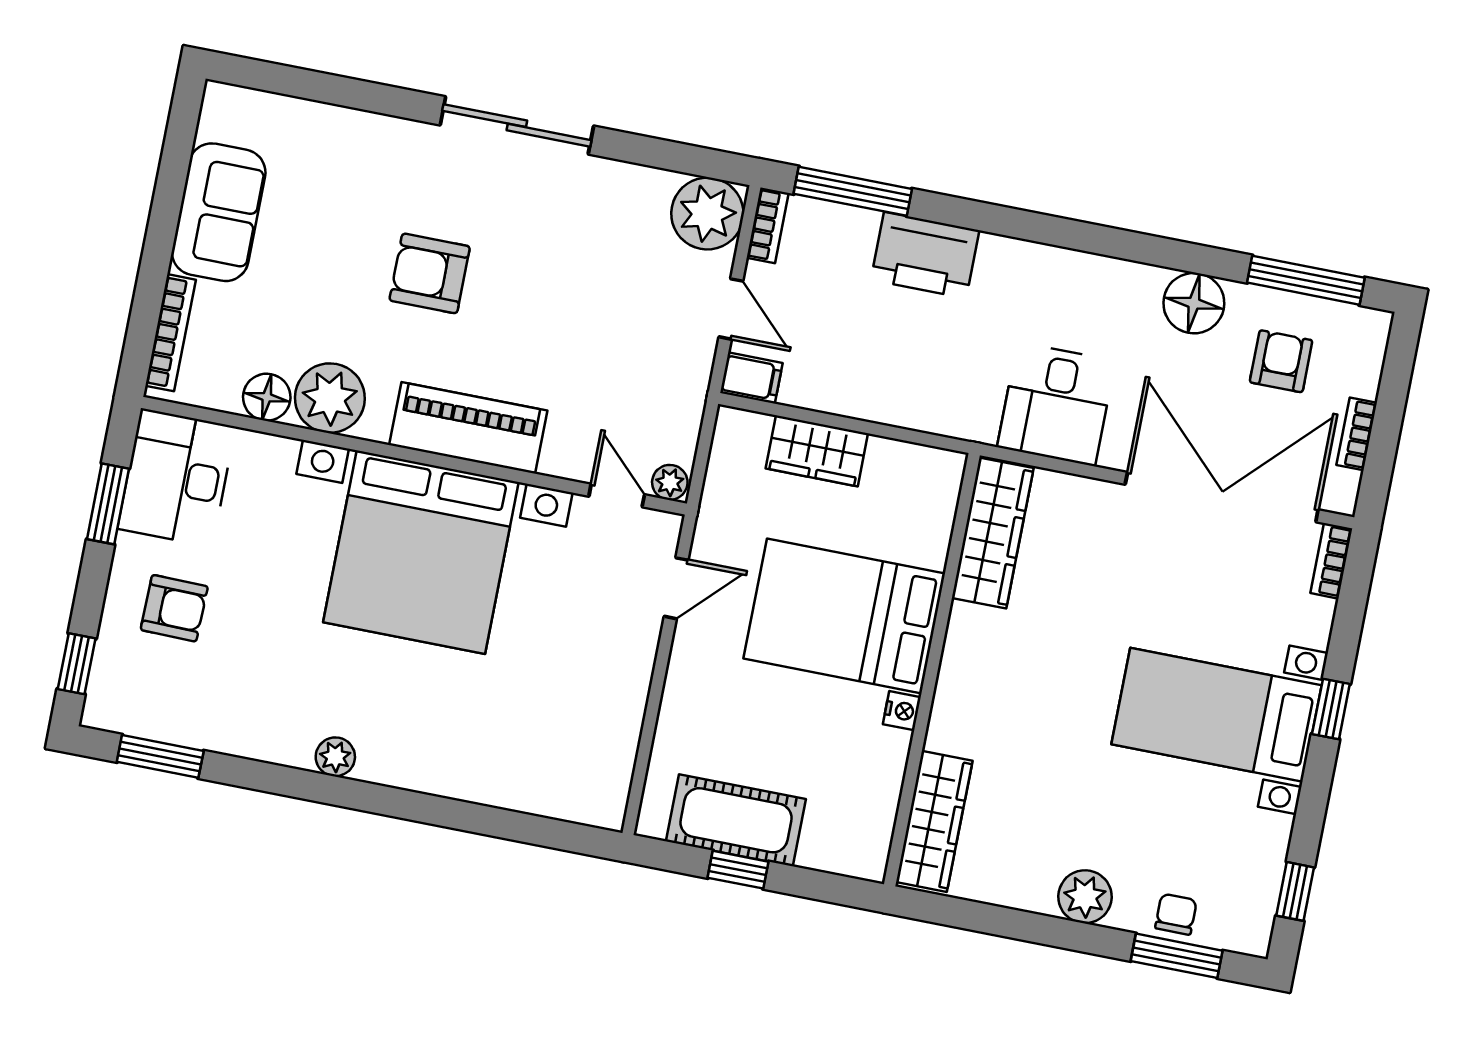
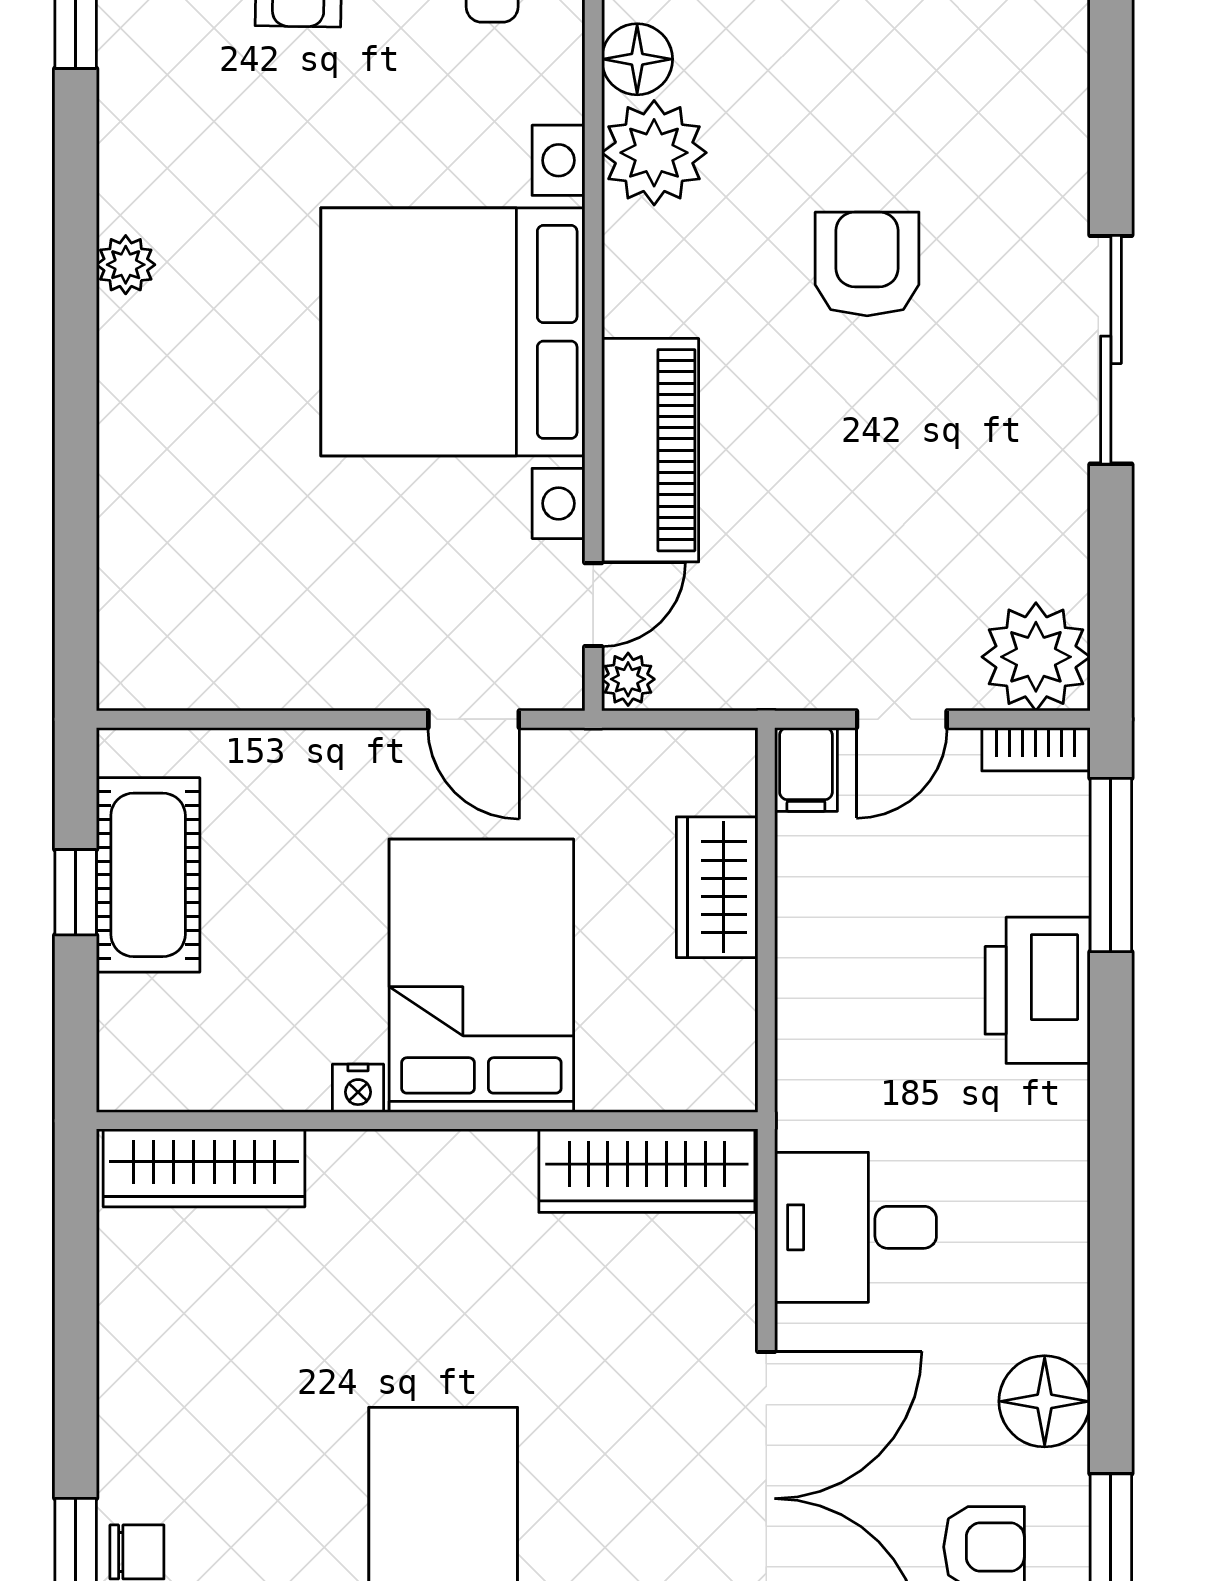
piano: (468, 428) -> (650, 450), moved
plant: (1085, 897) -> (136, 1413), removed

